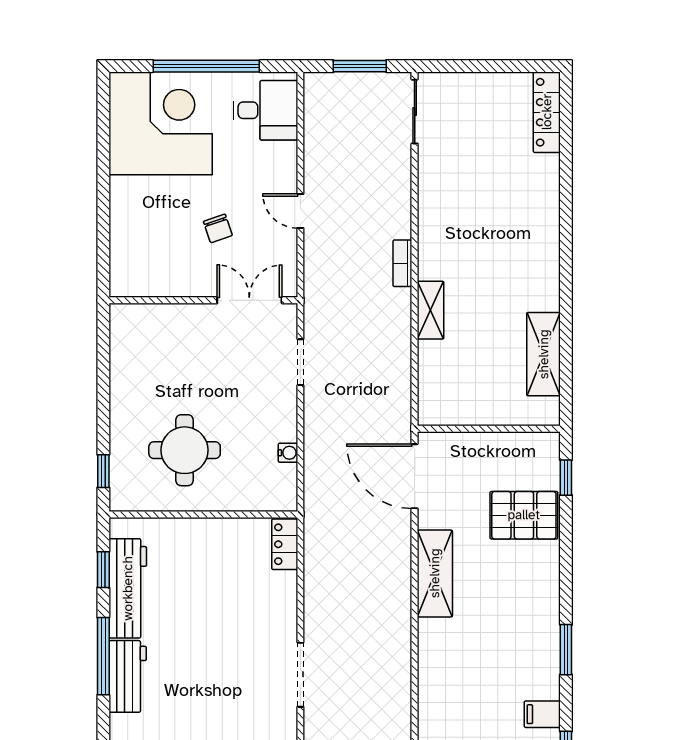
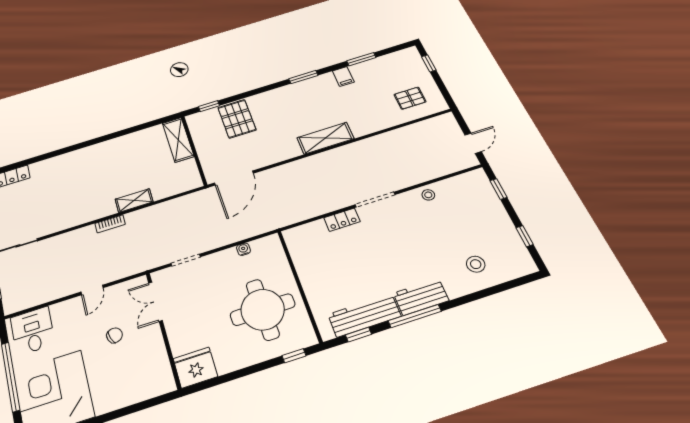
fridge: (132, 330) -> (195, 368), added
shelving: (544, 354) -> (178, 140), moved, turned 90
round table: (185, 450) -> (263, 310), width x1.36, depth x1.36
locker: (285, 544) -> (342, 220), moved
shelving: (435, 573) -> (325, 138), moved

